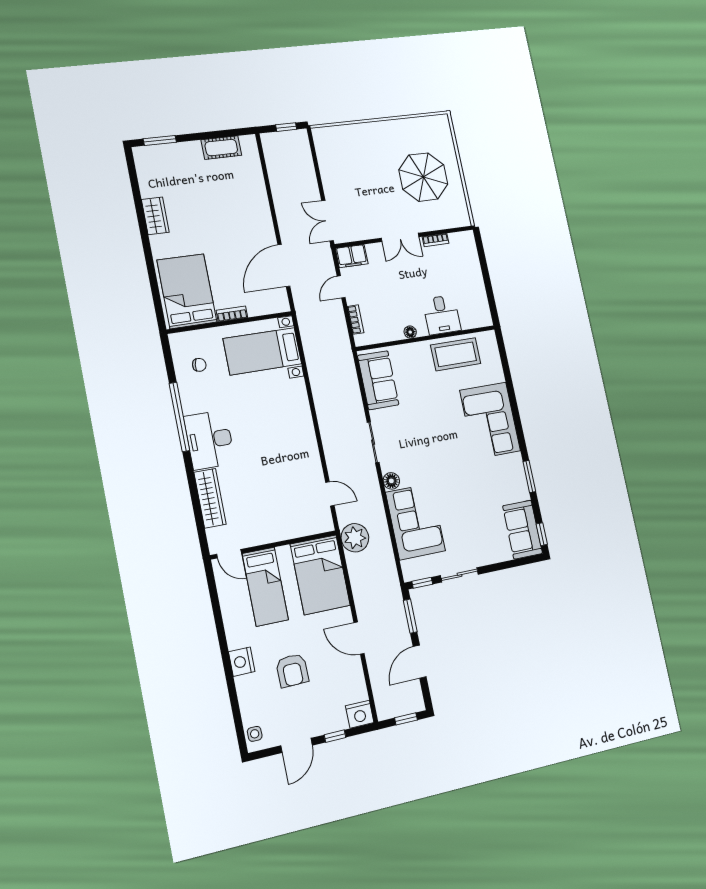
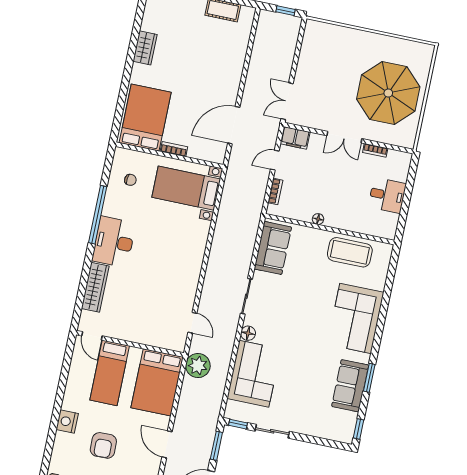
parasol: (423, 177) -> (388, 93), width x1.36, depth x1.36
desk: (442, 315) -> (387, 195), moved, turned -90
sofa: (523, 530) -> (350, 386), moved

